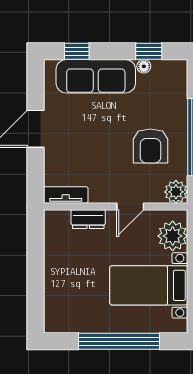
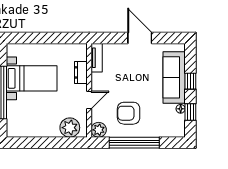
window: (77, 51) -> (190, 81), moved
door: (130, 206) -> (89, 100), swing flipped
bed with nightstands: (149, 285) -> (32, 78), moved, turned 90

